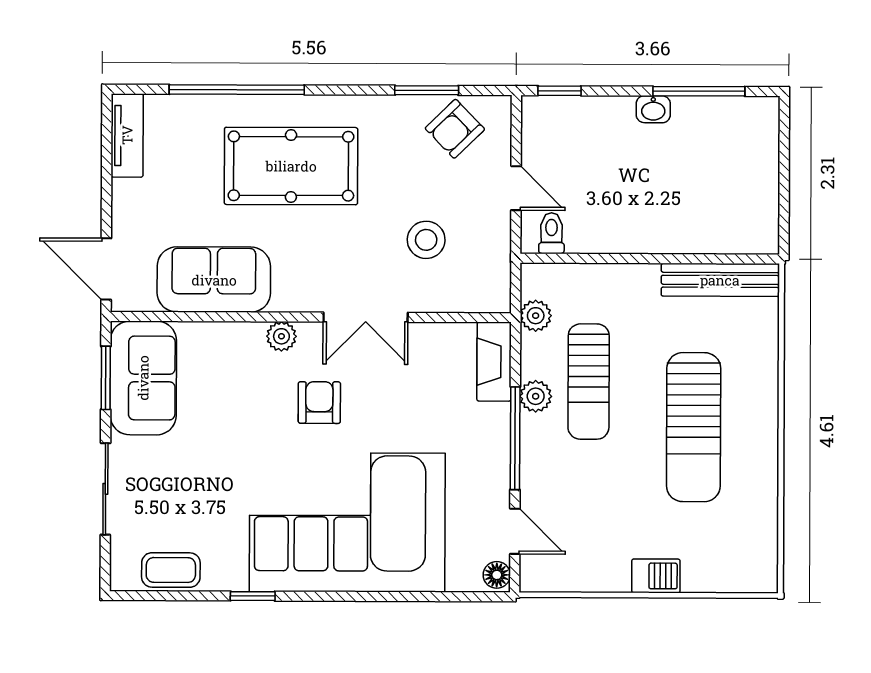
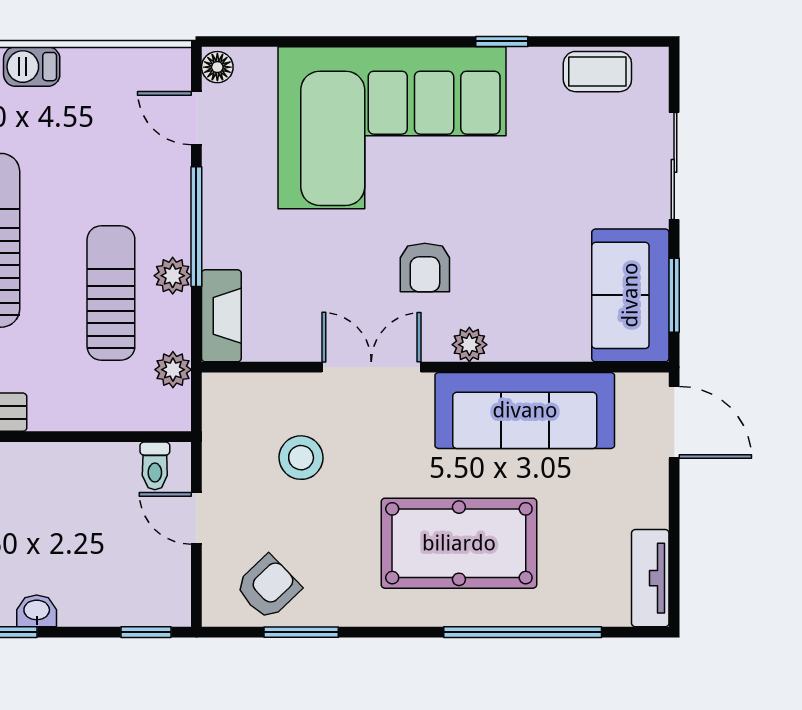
sofa: (214, 280) -> (525, 410), width x1.36

